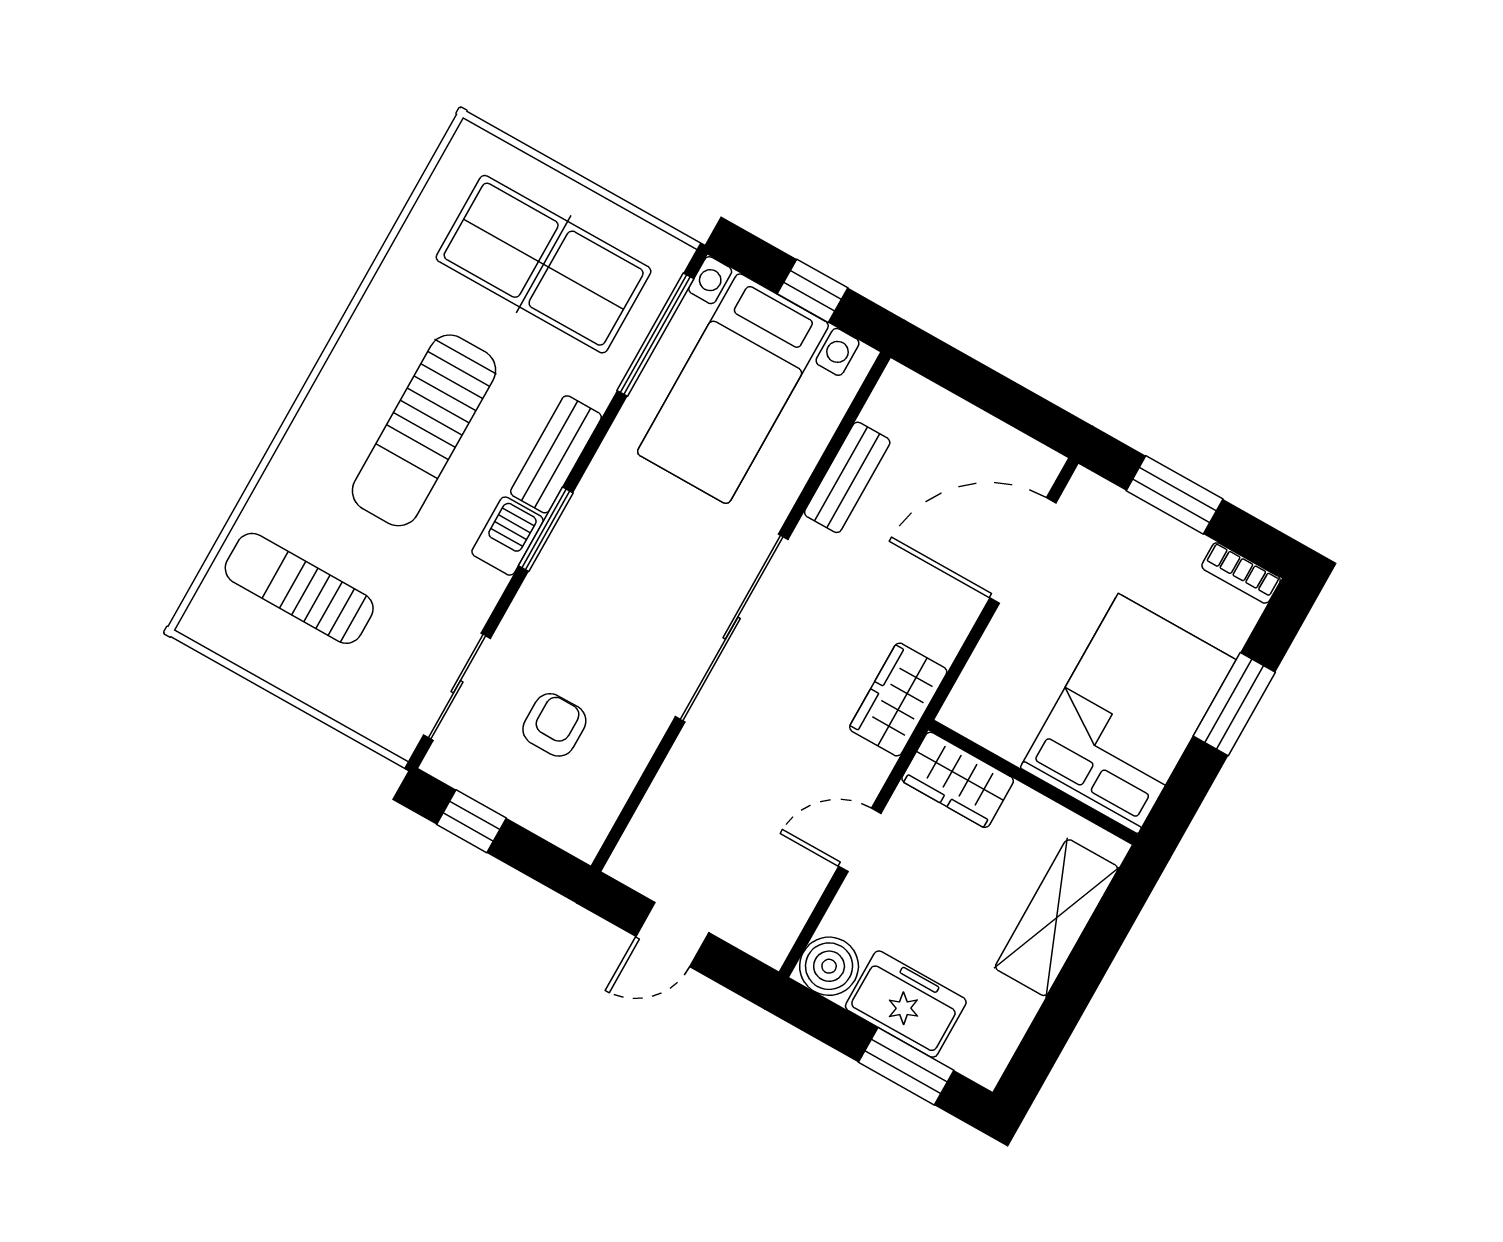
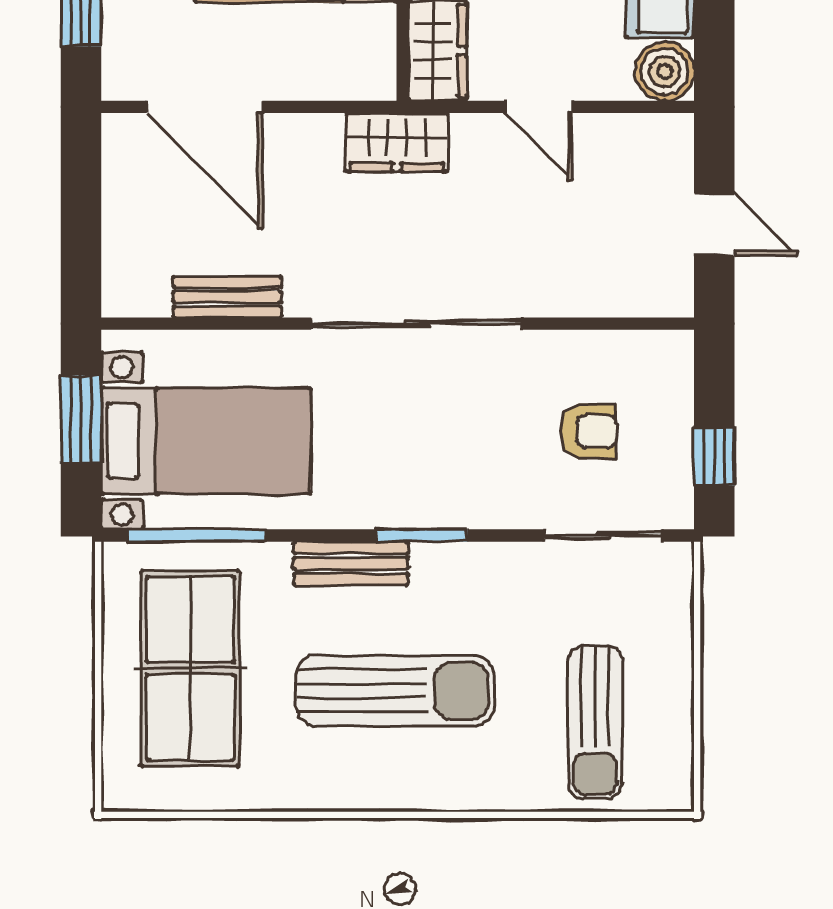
window: (812, 291) -> (81, 419), width x1.50
barbecue: (508, 536) -> (446, 566), removed
armchair: (554, 725) -> (589, 431), turned 180

